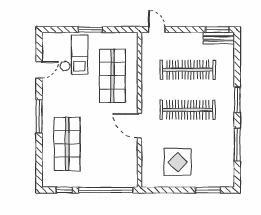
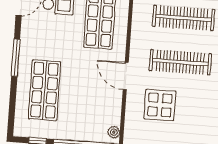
display table: (178, 162) -> (160, 105), moved
plant: (132, 177) -> (114, 132), added

